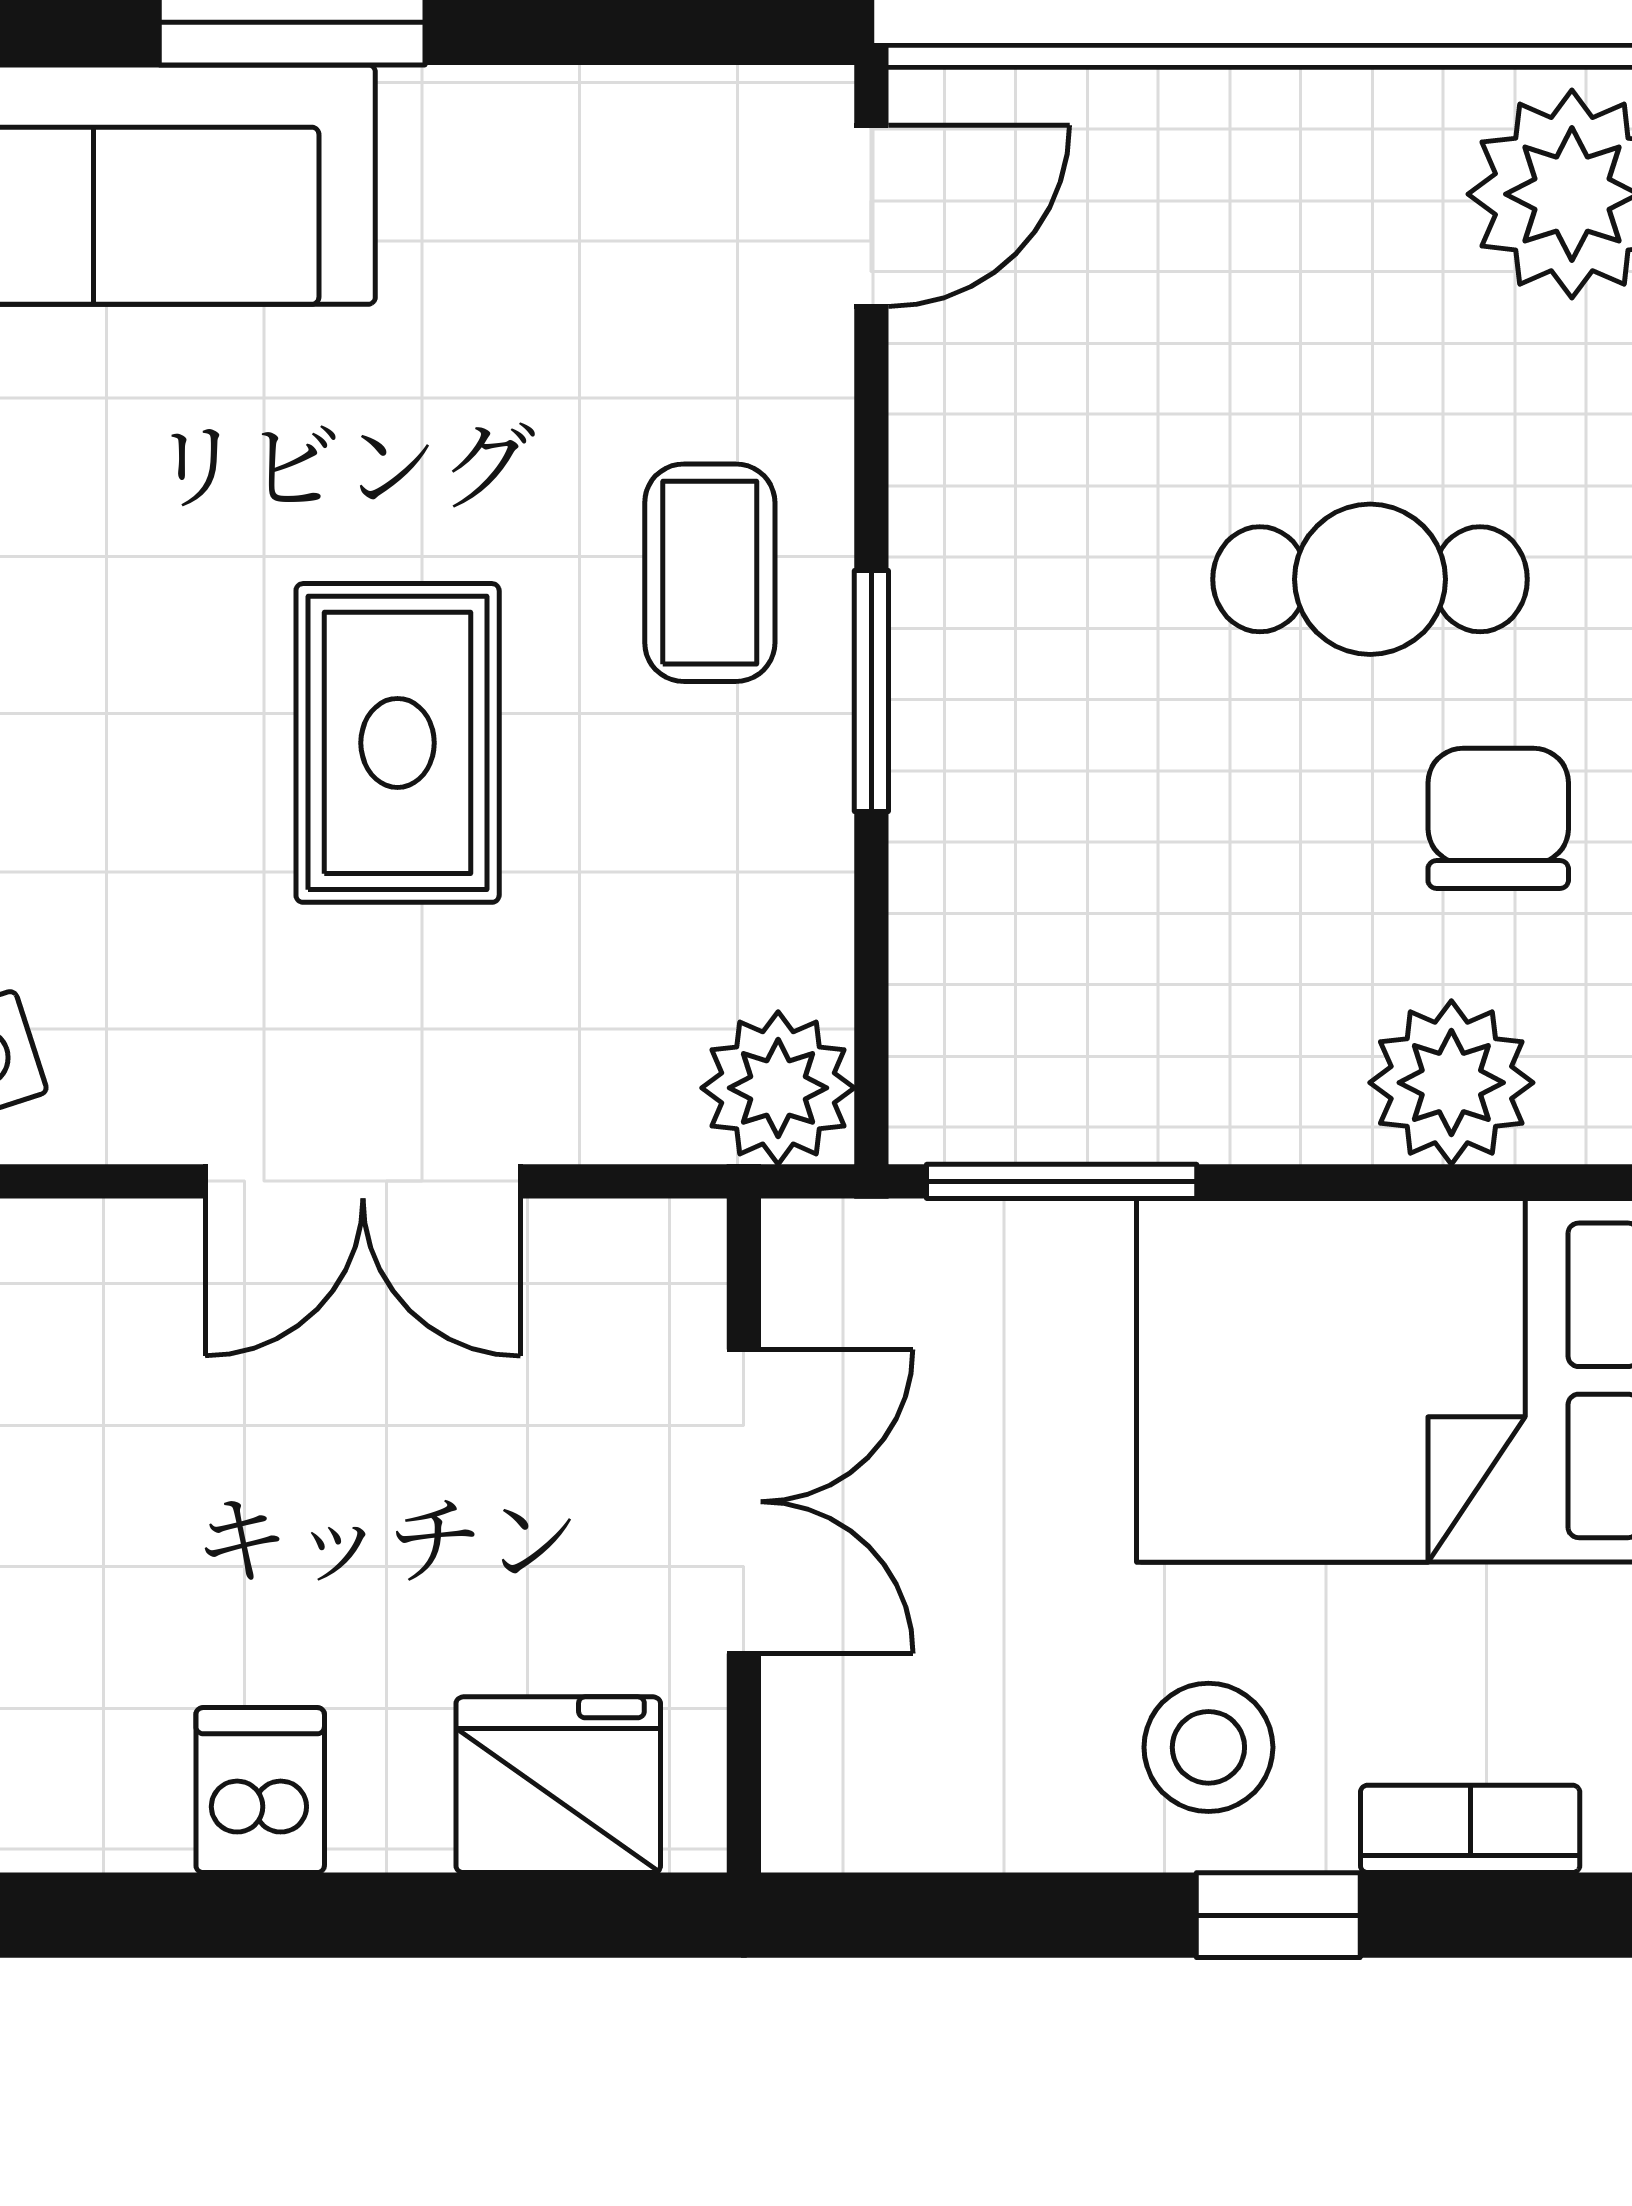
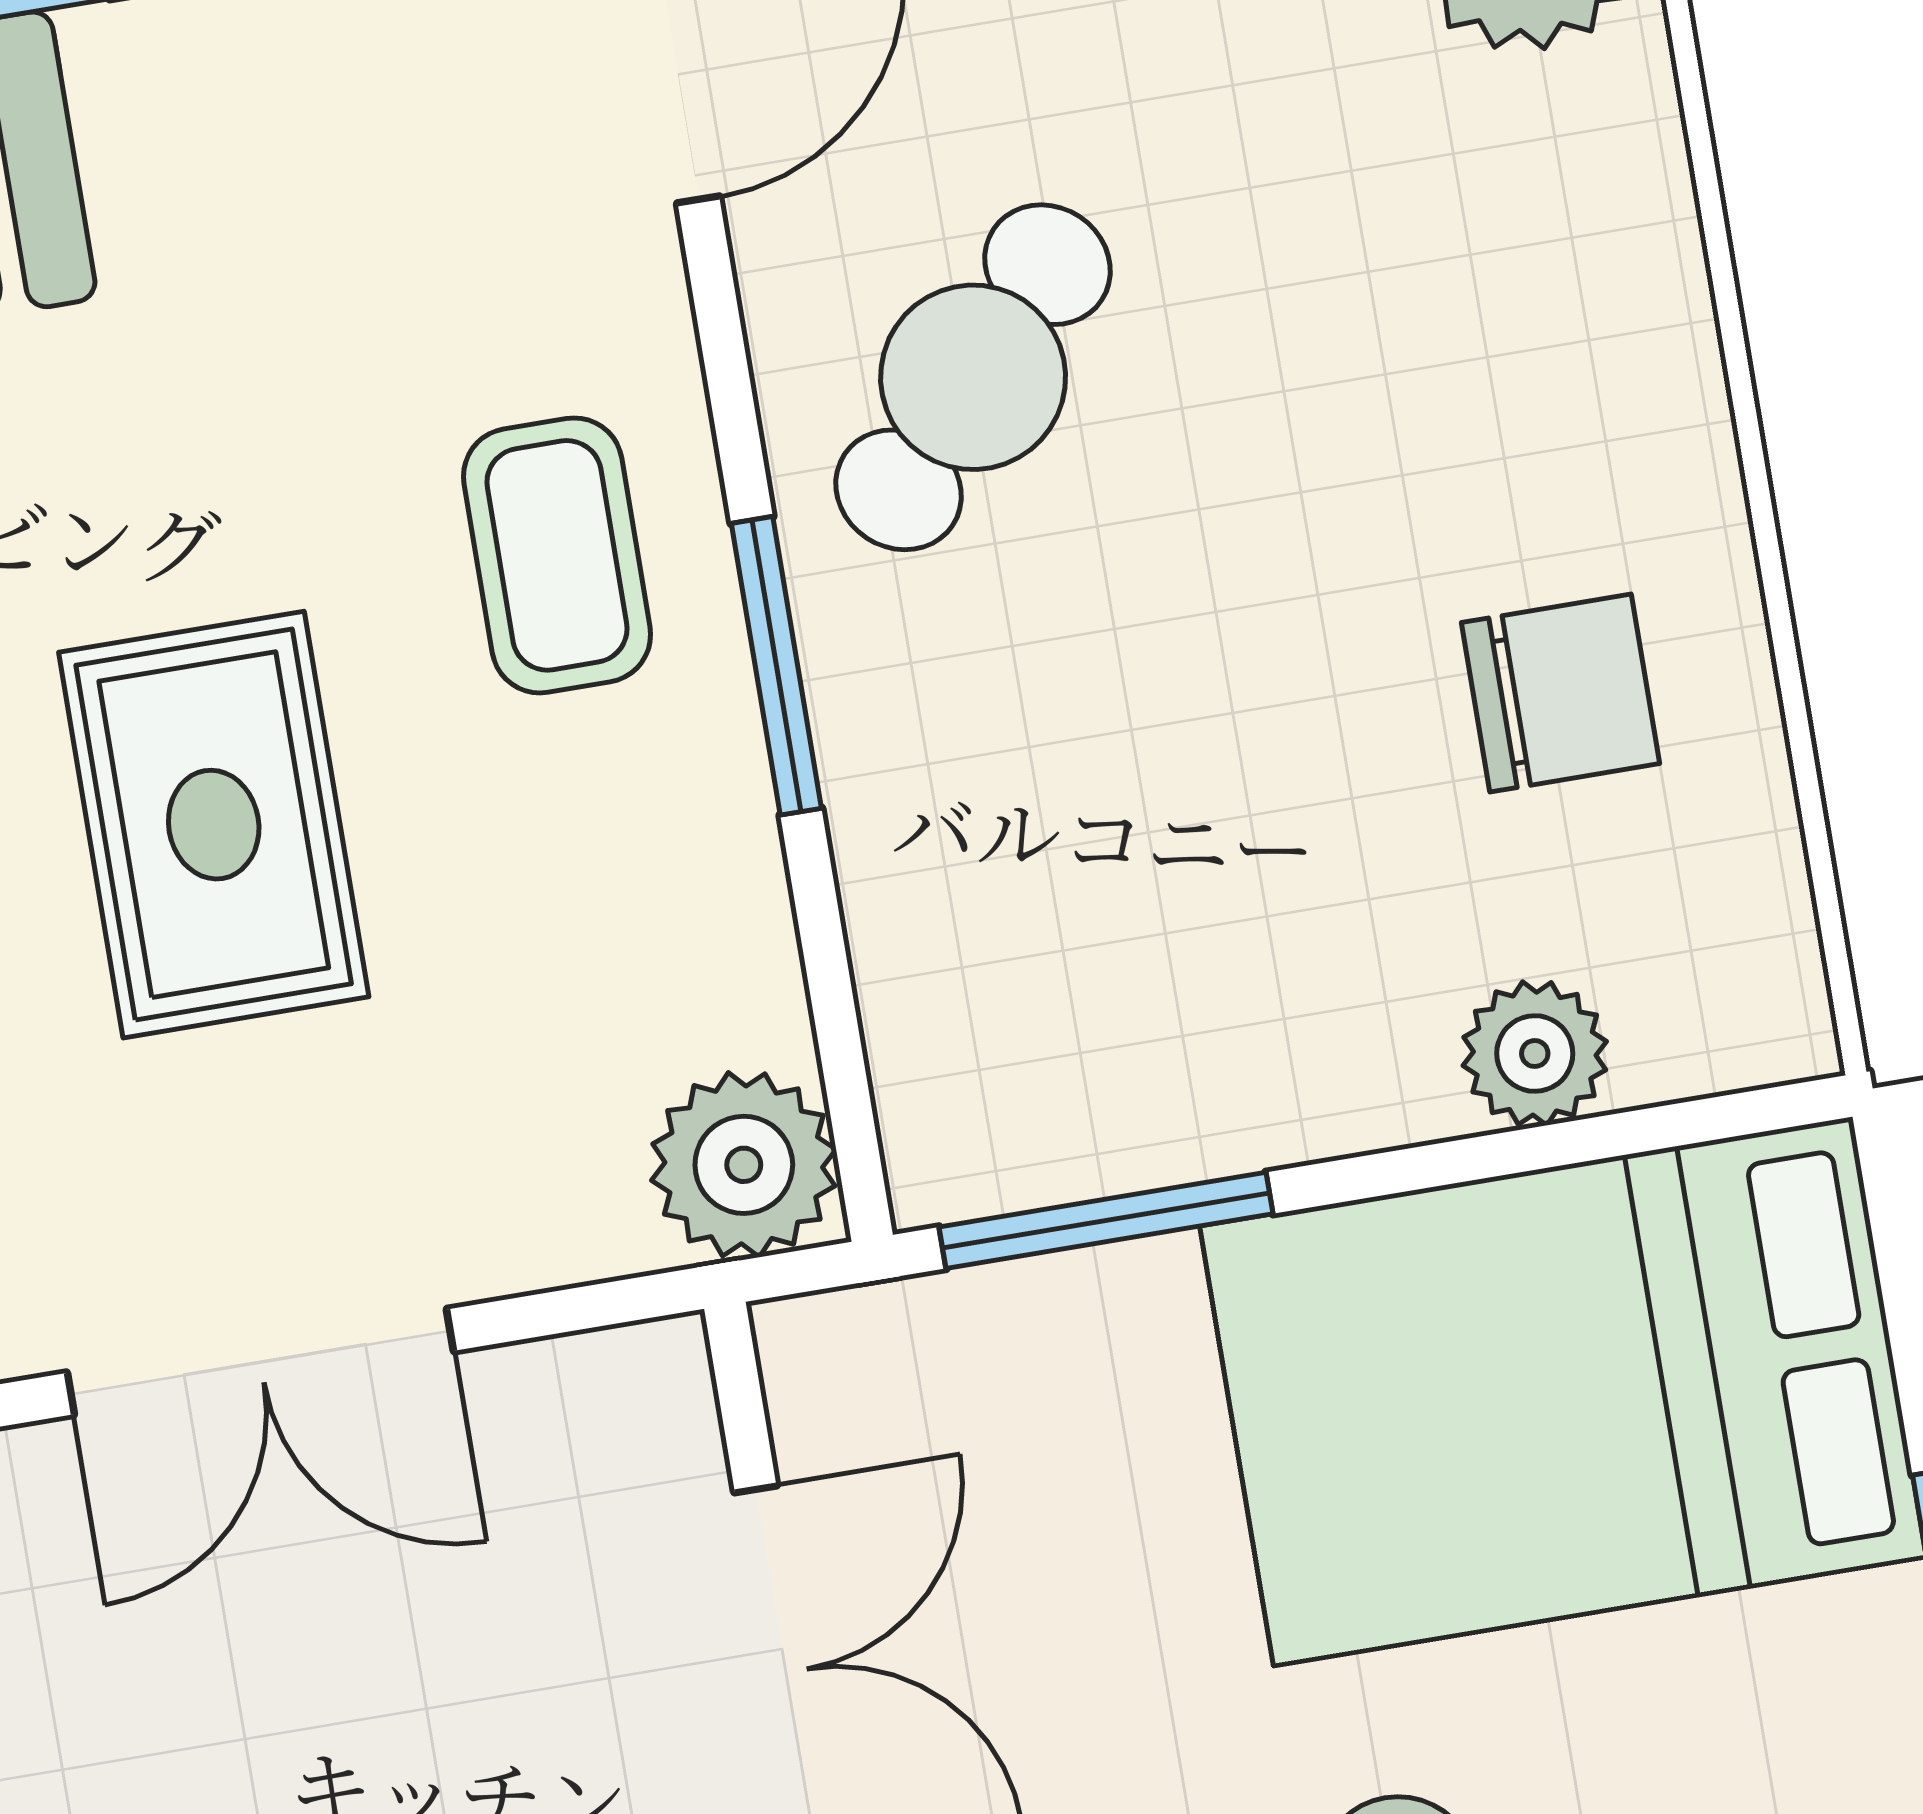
cafe table: (1370, 579) -> (973, 377), moved, turned -47
chair: (1498, 818) -> (1561, 693), turned 90
plant: (1451, 1083) -> (1535, 1054), width x0.73, depth x0.73

